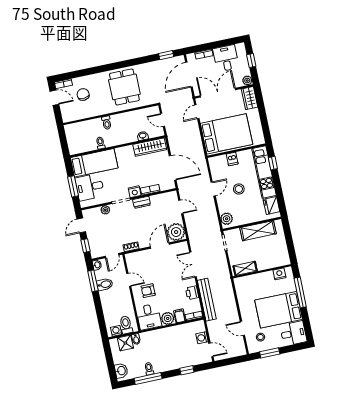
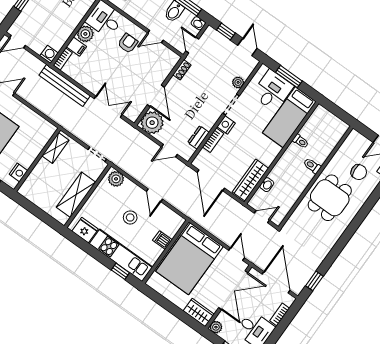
dining table: (124, 87) -> (330, 198), moved, turned 90
door: (173, 168) -> (211, 180), hinge flipped
dresser: (142, 202) -> (198, 137), moved
printer: (192, 293) -> (85, 79), removed
washing machine: (202, 338) -> (49, 54), moved

